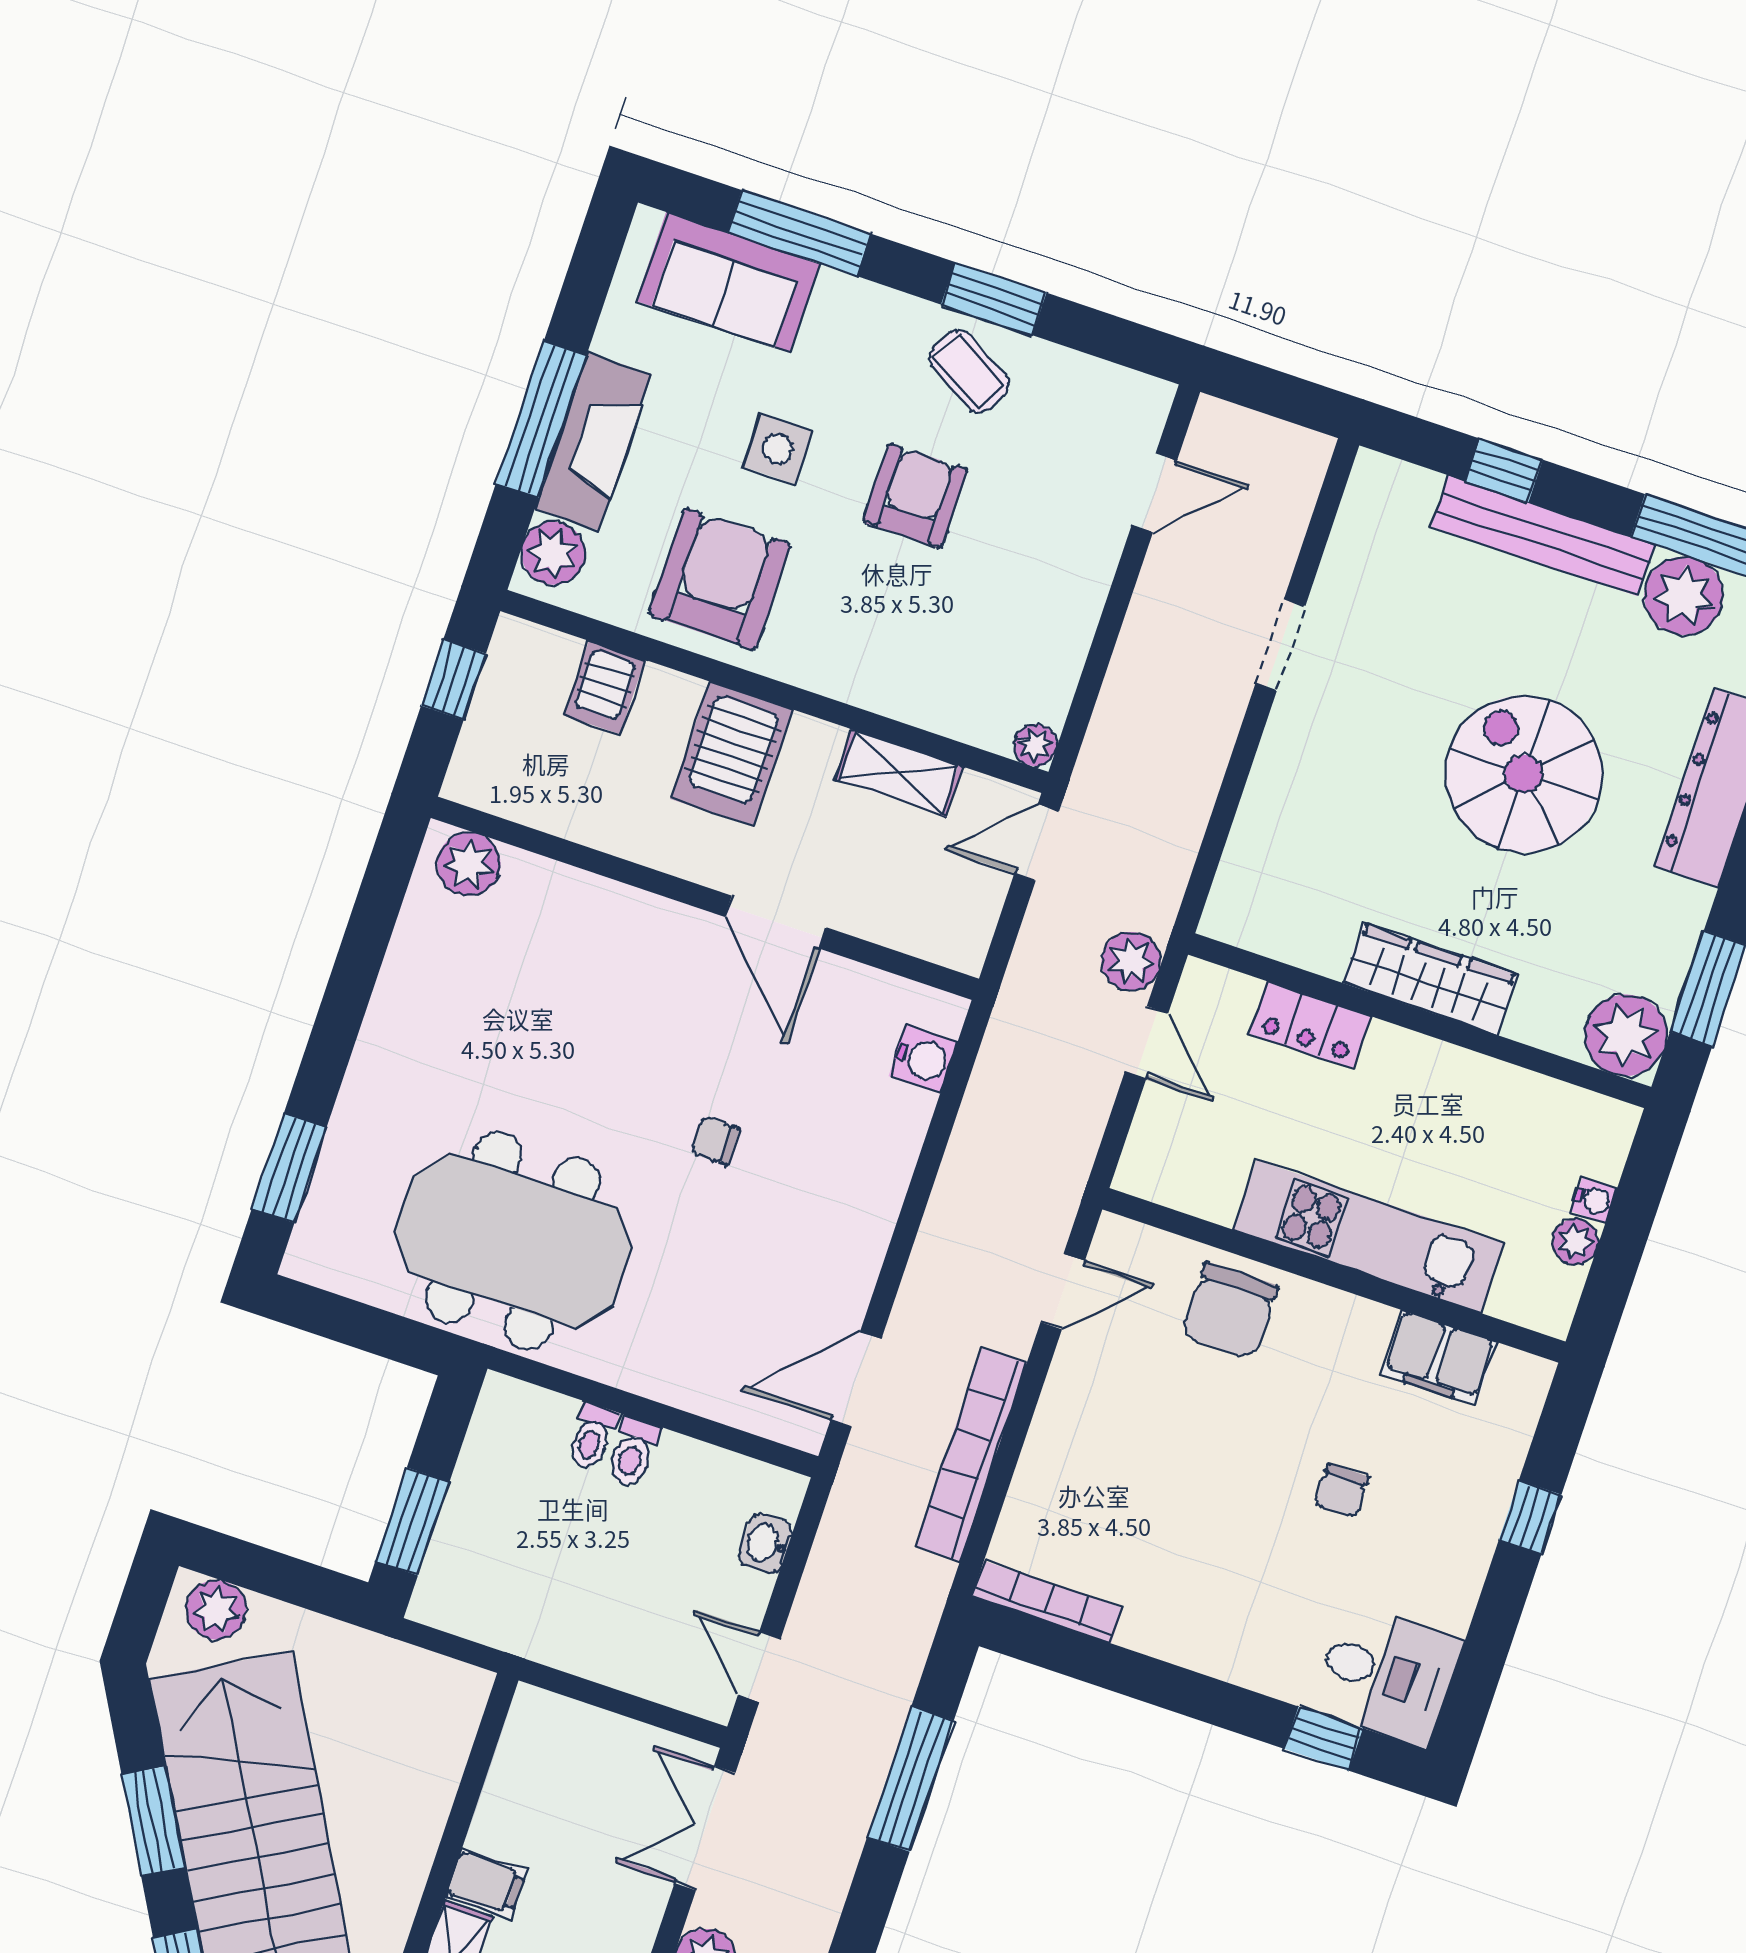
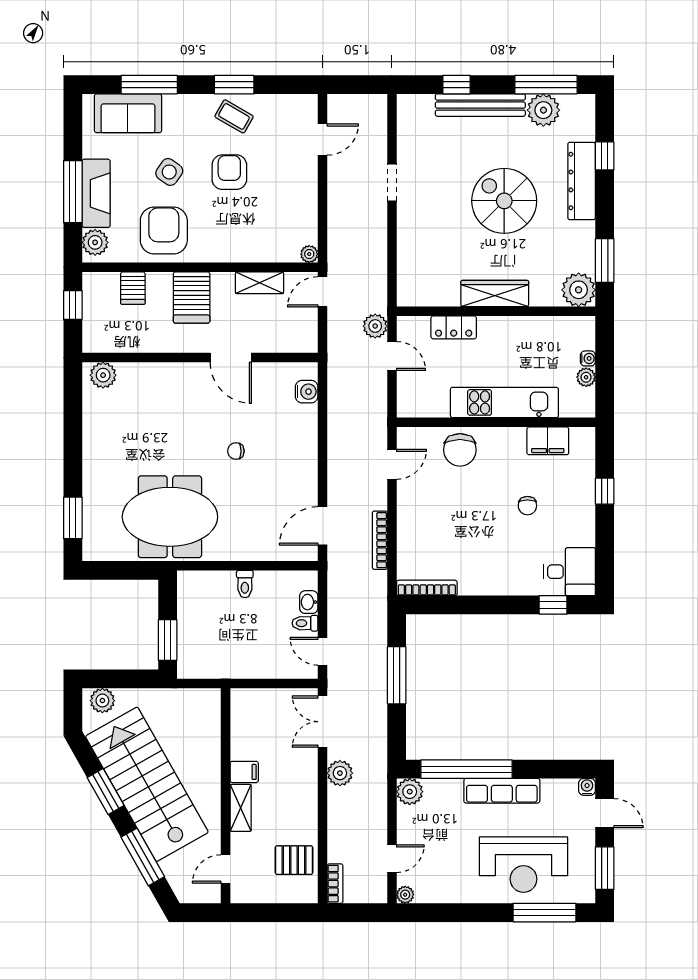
side table: (778, 449) -> (169, 172), turned 35
toilet: (592, 1437) -> (305, 623), moved, turned 90
bookcase: (971, 1454) -> (380, 540), width x0.68, depth x0.76

